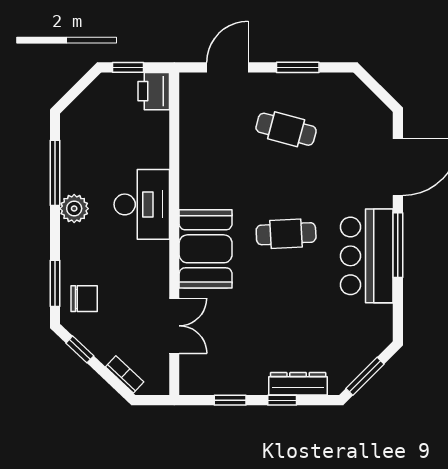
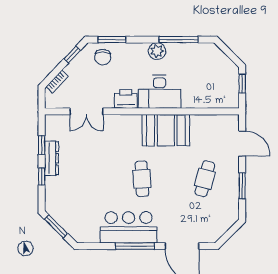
printer: (154, 91) -> (126, 99), moved
booth: (206, 249) -> (166, 130), moved
dresser: (298, 384) -> (51, 158), moved

